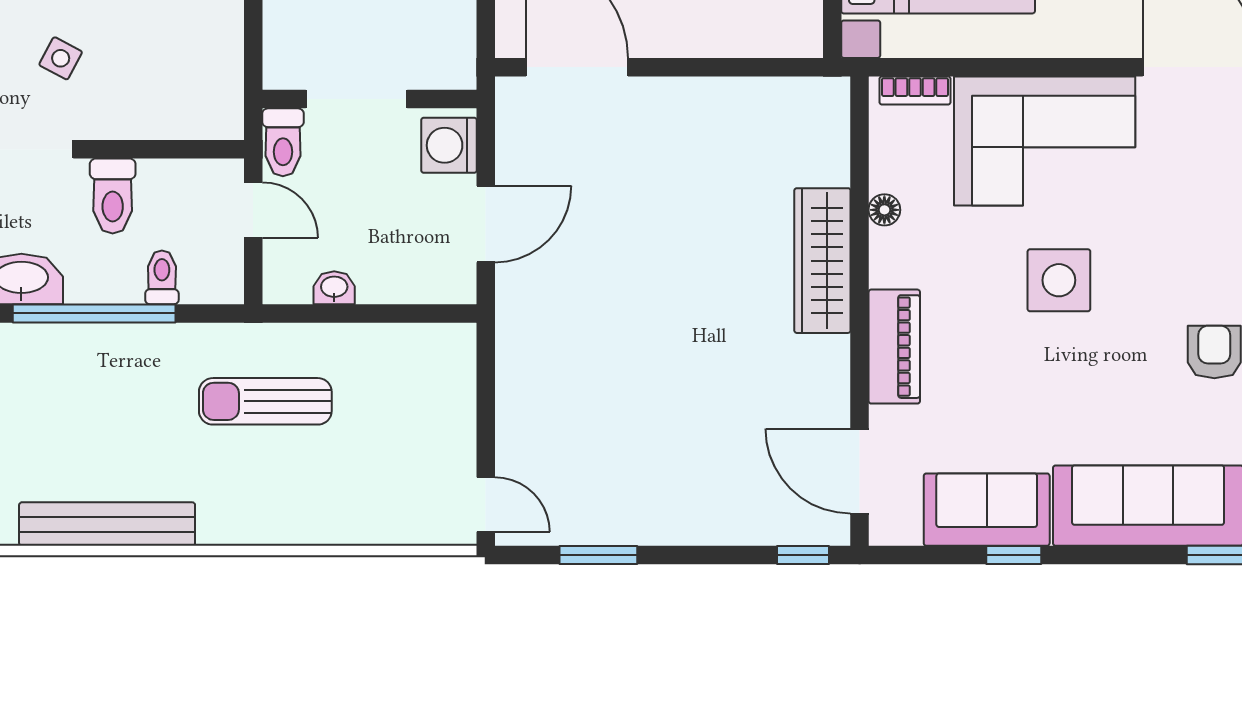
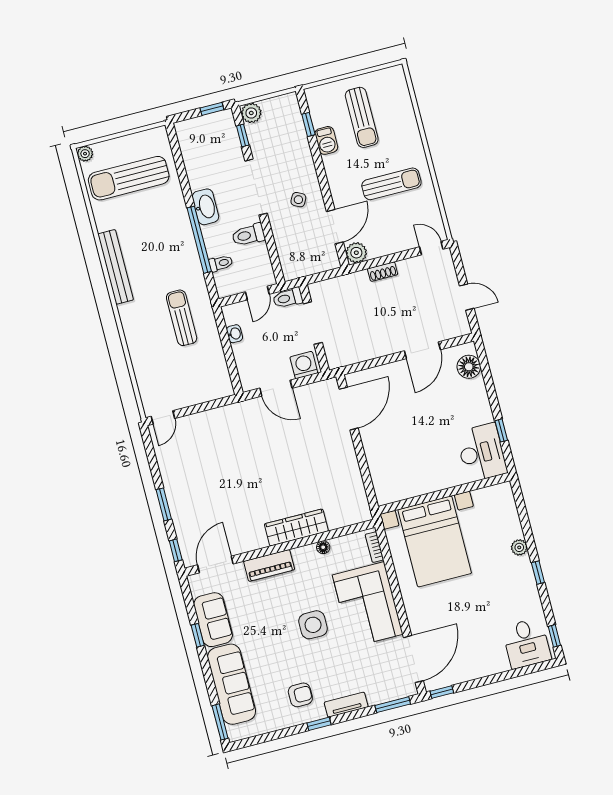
window: (598, 555) -> (164, 504), moved

